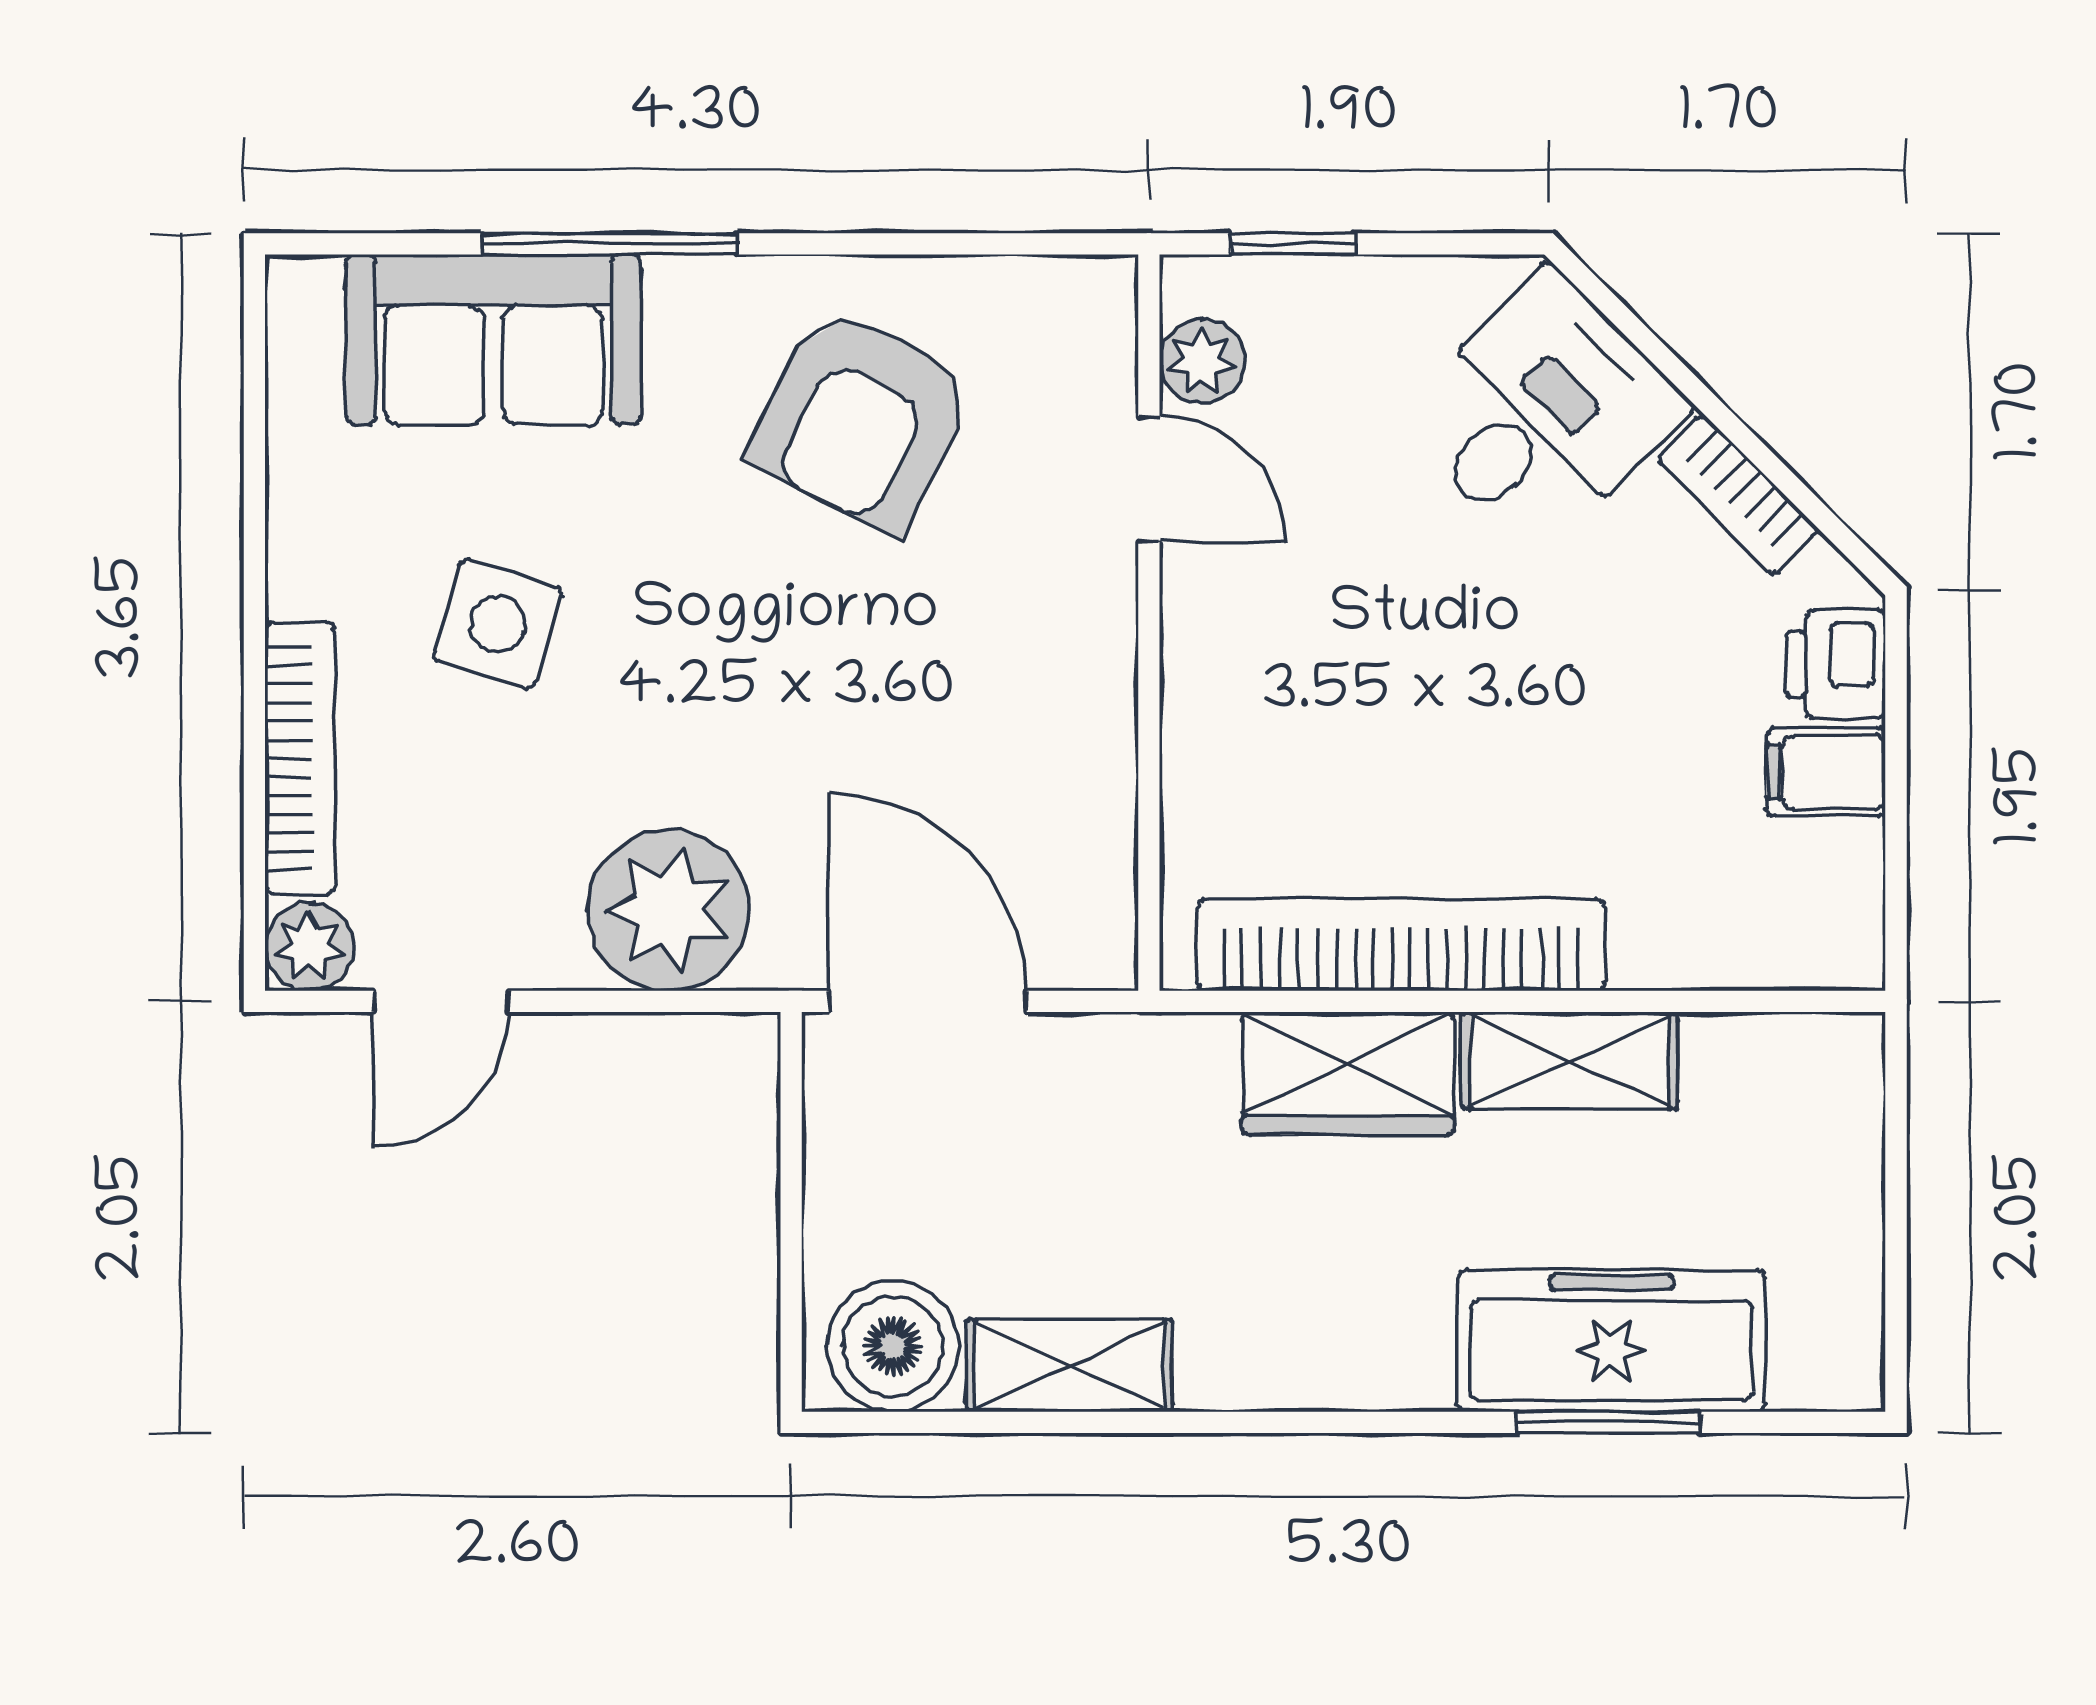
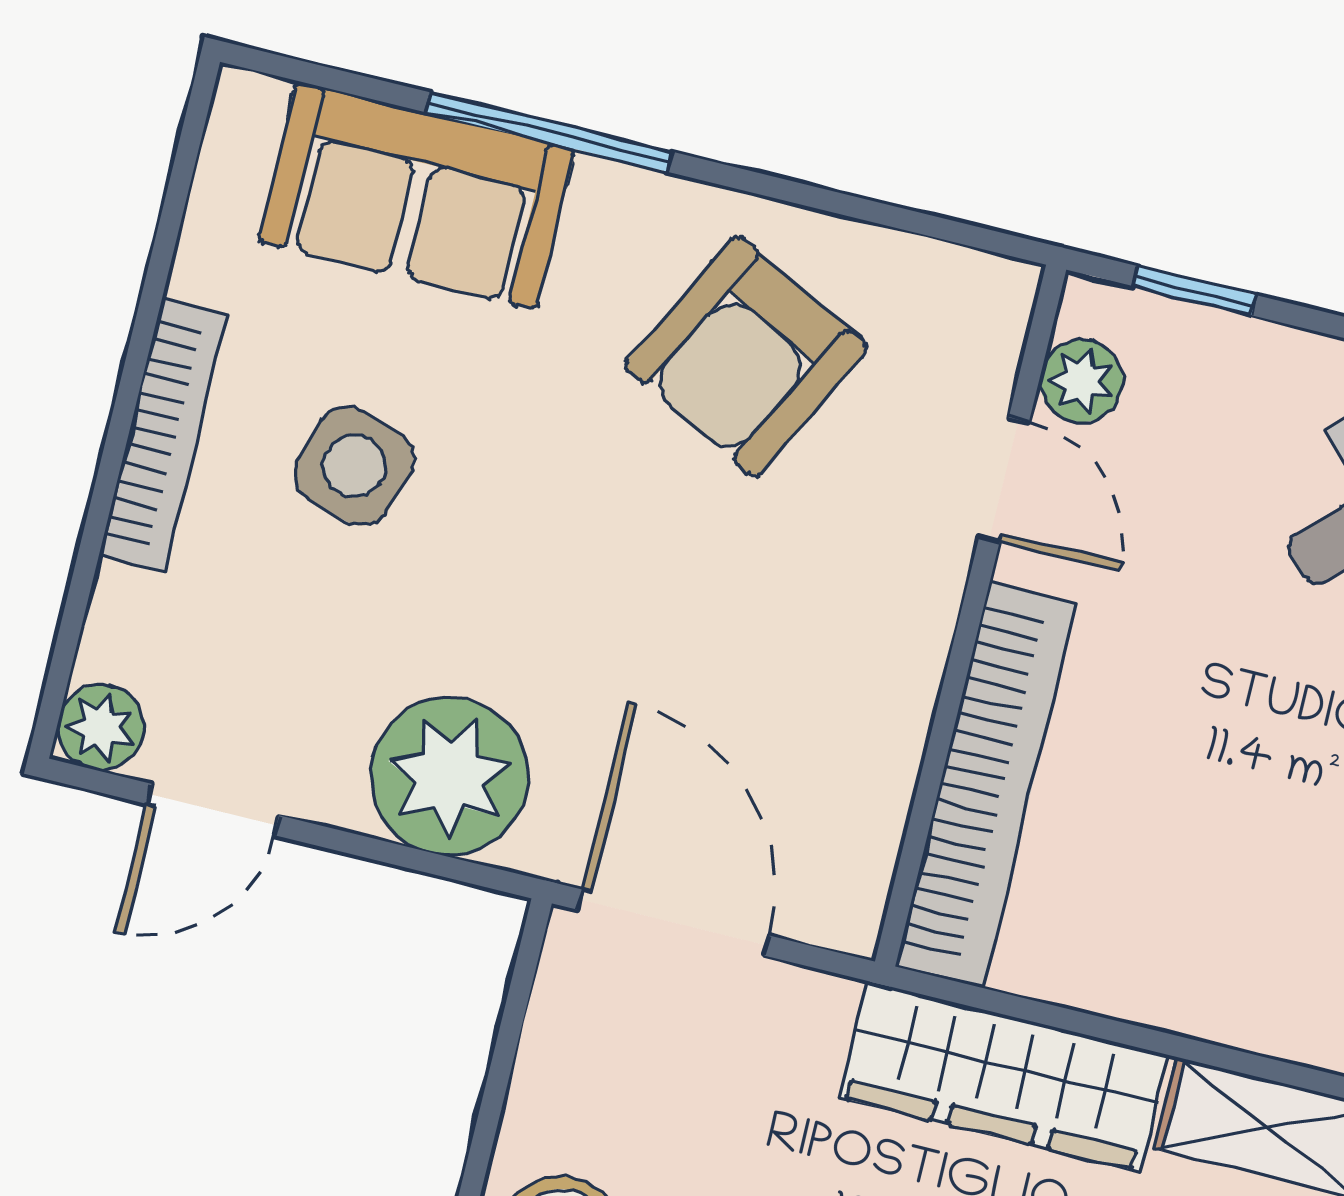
bookcase: (300, 758) -> (163, 435), moved
bookcase: (1401, 945) -> (986, 785), moved, turned 90
wardrobe: (1348, 1073) -> (1004, 1076), width x1.50

